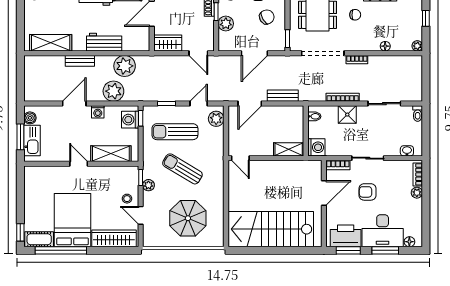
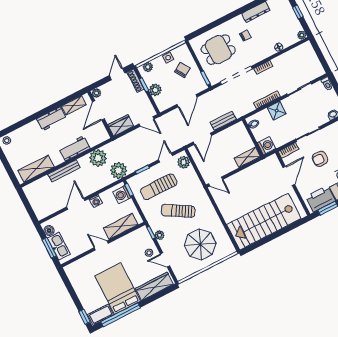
bench: (80, 61) -> (64, 171), width x1.36
plant: (113, 91) -> (119, 170), moved

